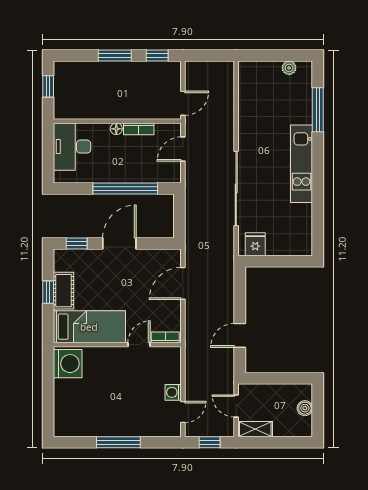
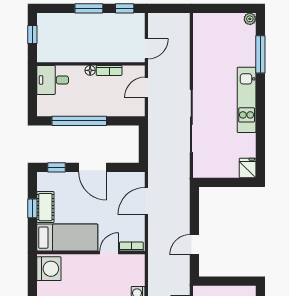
plant: (289, 68) -> (250, 19), moved
desk: (72, 147) -> (53, 80), width x0.73
window: (125, 189) -> (79, 121), moved
door: (119, 244) -> (93, 167), swing flipped
fridge: (255, 244) -> (248, 168), moved

